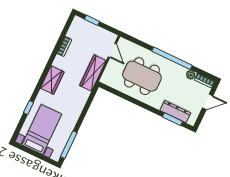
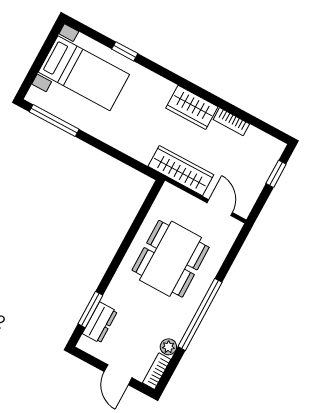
door: (112, 50) -> (220, 208), swing flipped
wardrobe: (52, 80) -> (192, 107), moved
dresser: (175, 112) -> (100, 323), width x0.70

